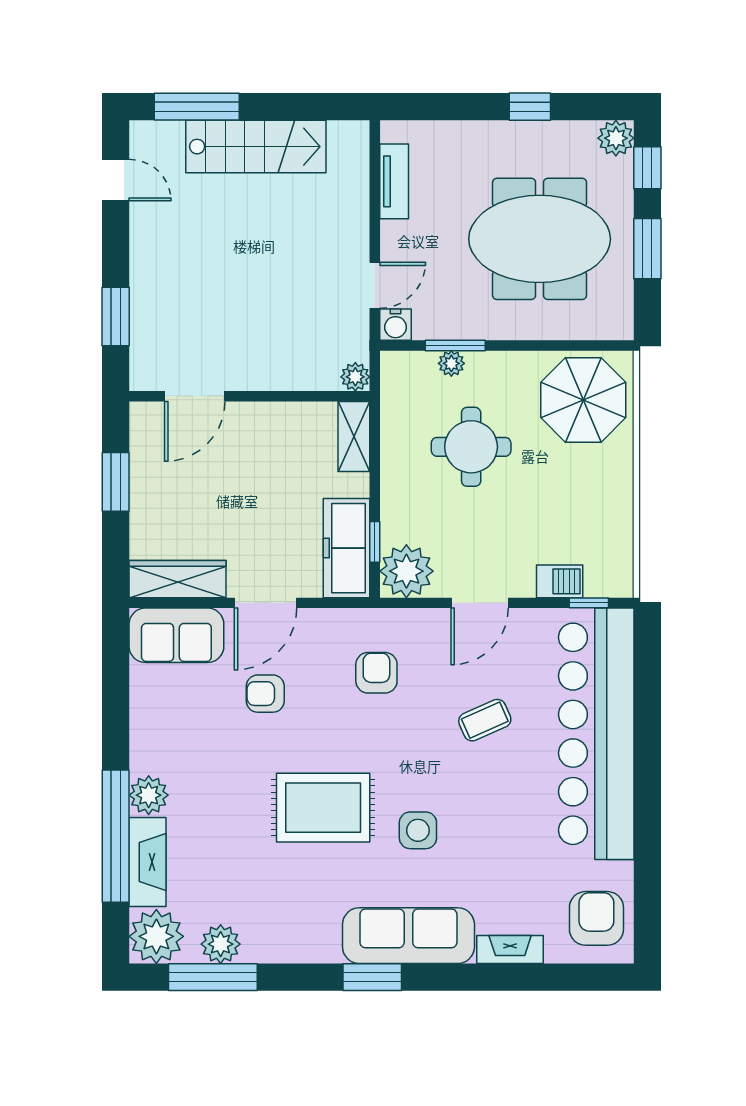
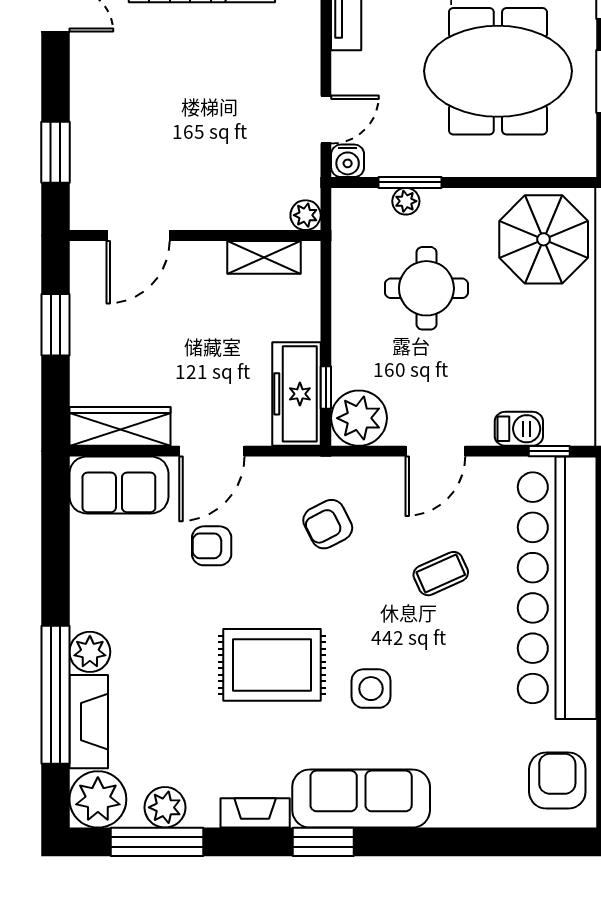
shelving: (354, 436) -> (264, 257), moved, turned 90
armchair: (376, 673) -> (328, 524), turned -117
fireplace: (510, 949) -> (255, 813), moved

